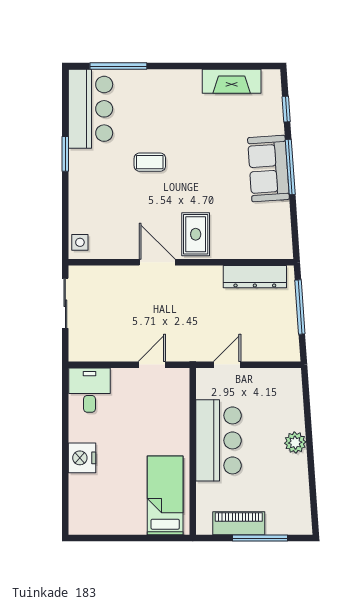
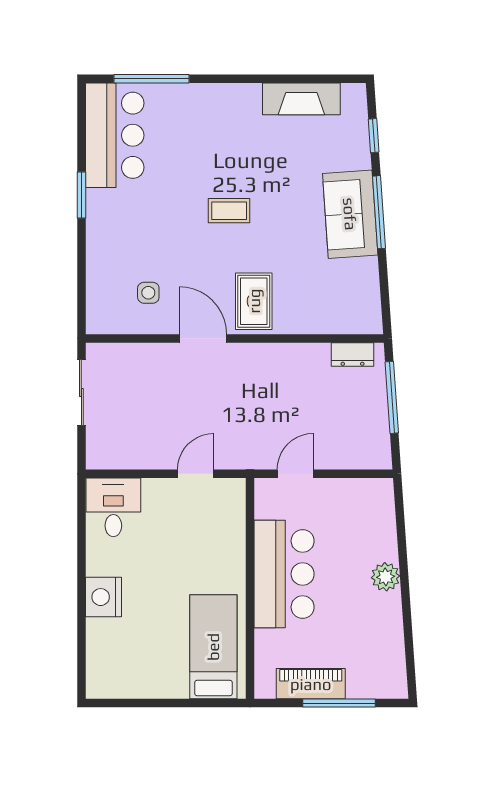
coffee table: (150, 162) -> (229, 211), moved
side table: (80, 242) -> (148, 293), moved
dresser: (255, 277) -> (353, 354), width x0.51, depth x0.80

